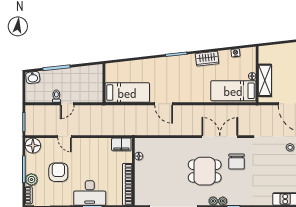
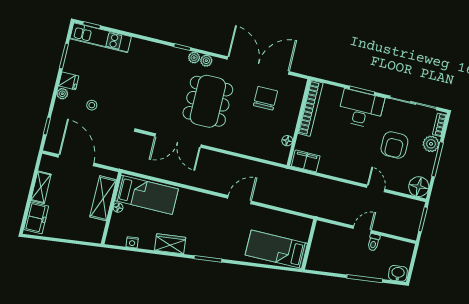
bed: (127, 93) -> (276, 249), moved
door: (164, 104) -> (239, 200), hinge flipped
chair: (237, 162) -> (265, 98), moved
dining table: (205, 171) -> (208, 101), width x1.38

